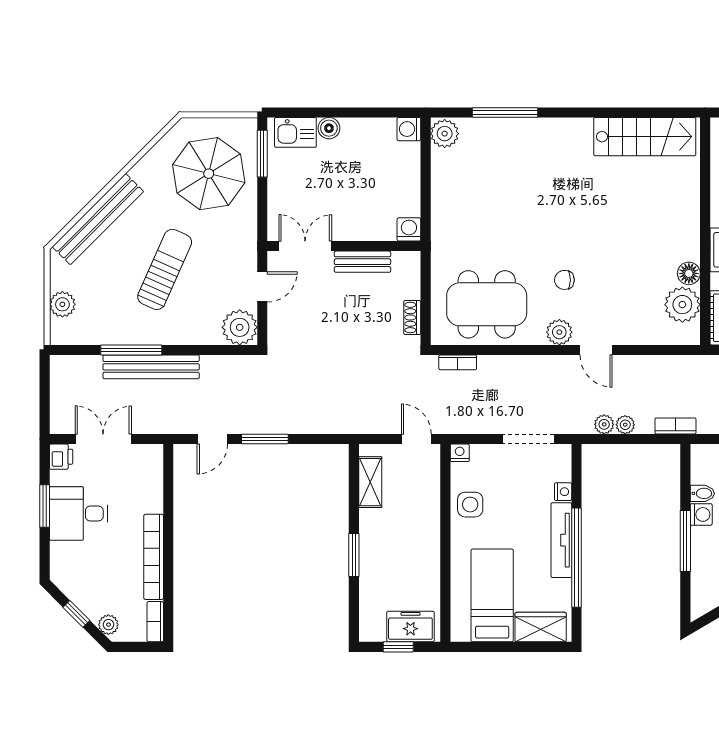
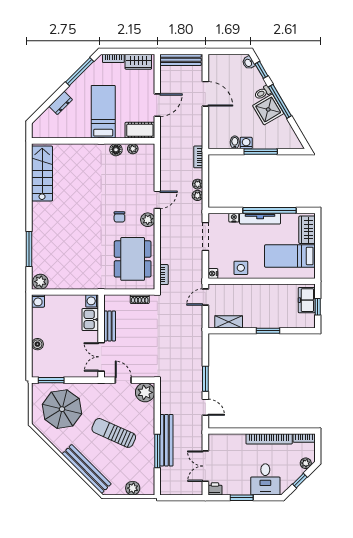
kitchen sink: (295, 132) -> (90, 320), moved, turned 180
plant: (682, 305) -> (133, 149), width x0.53, depth x0.53
desk: (79, 514) -> (265, 479), moved

